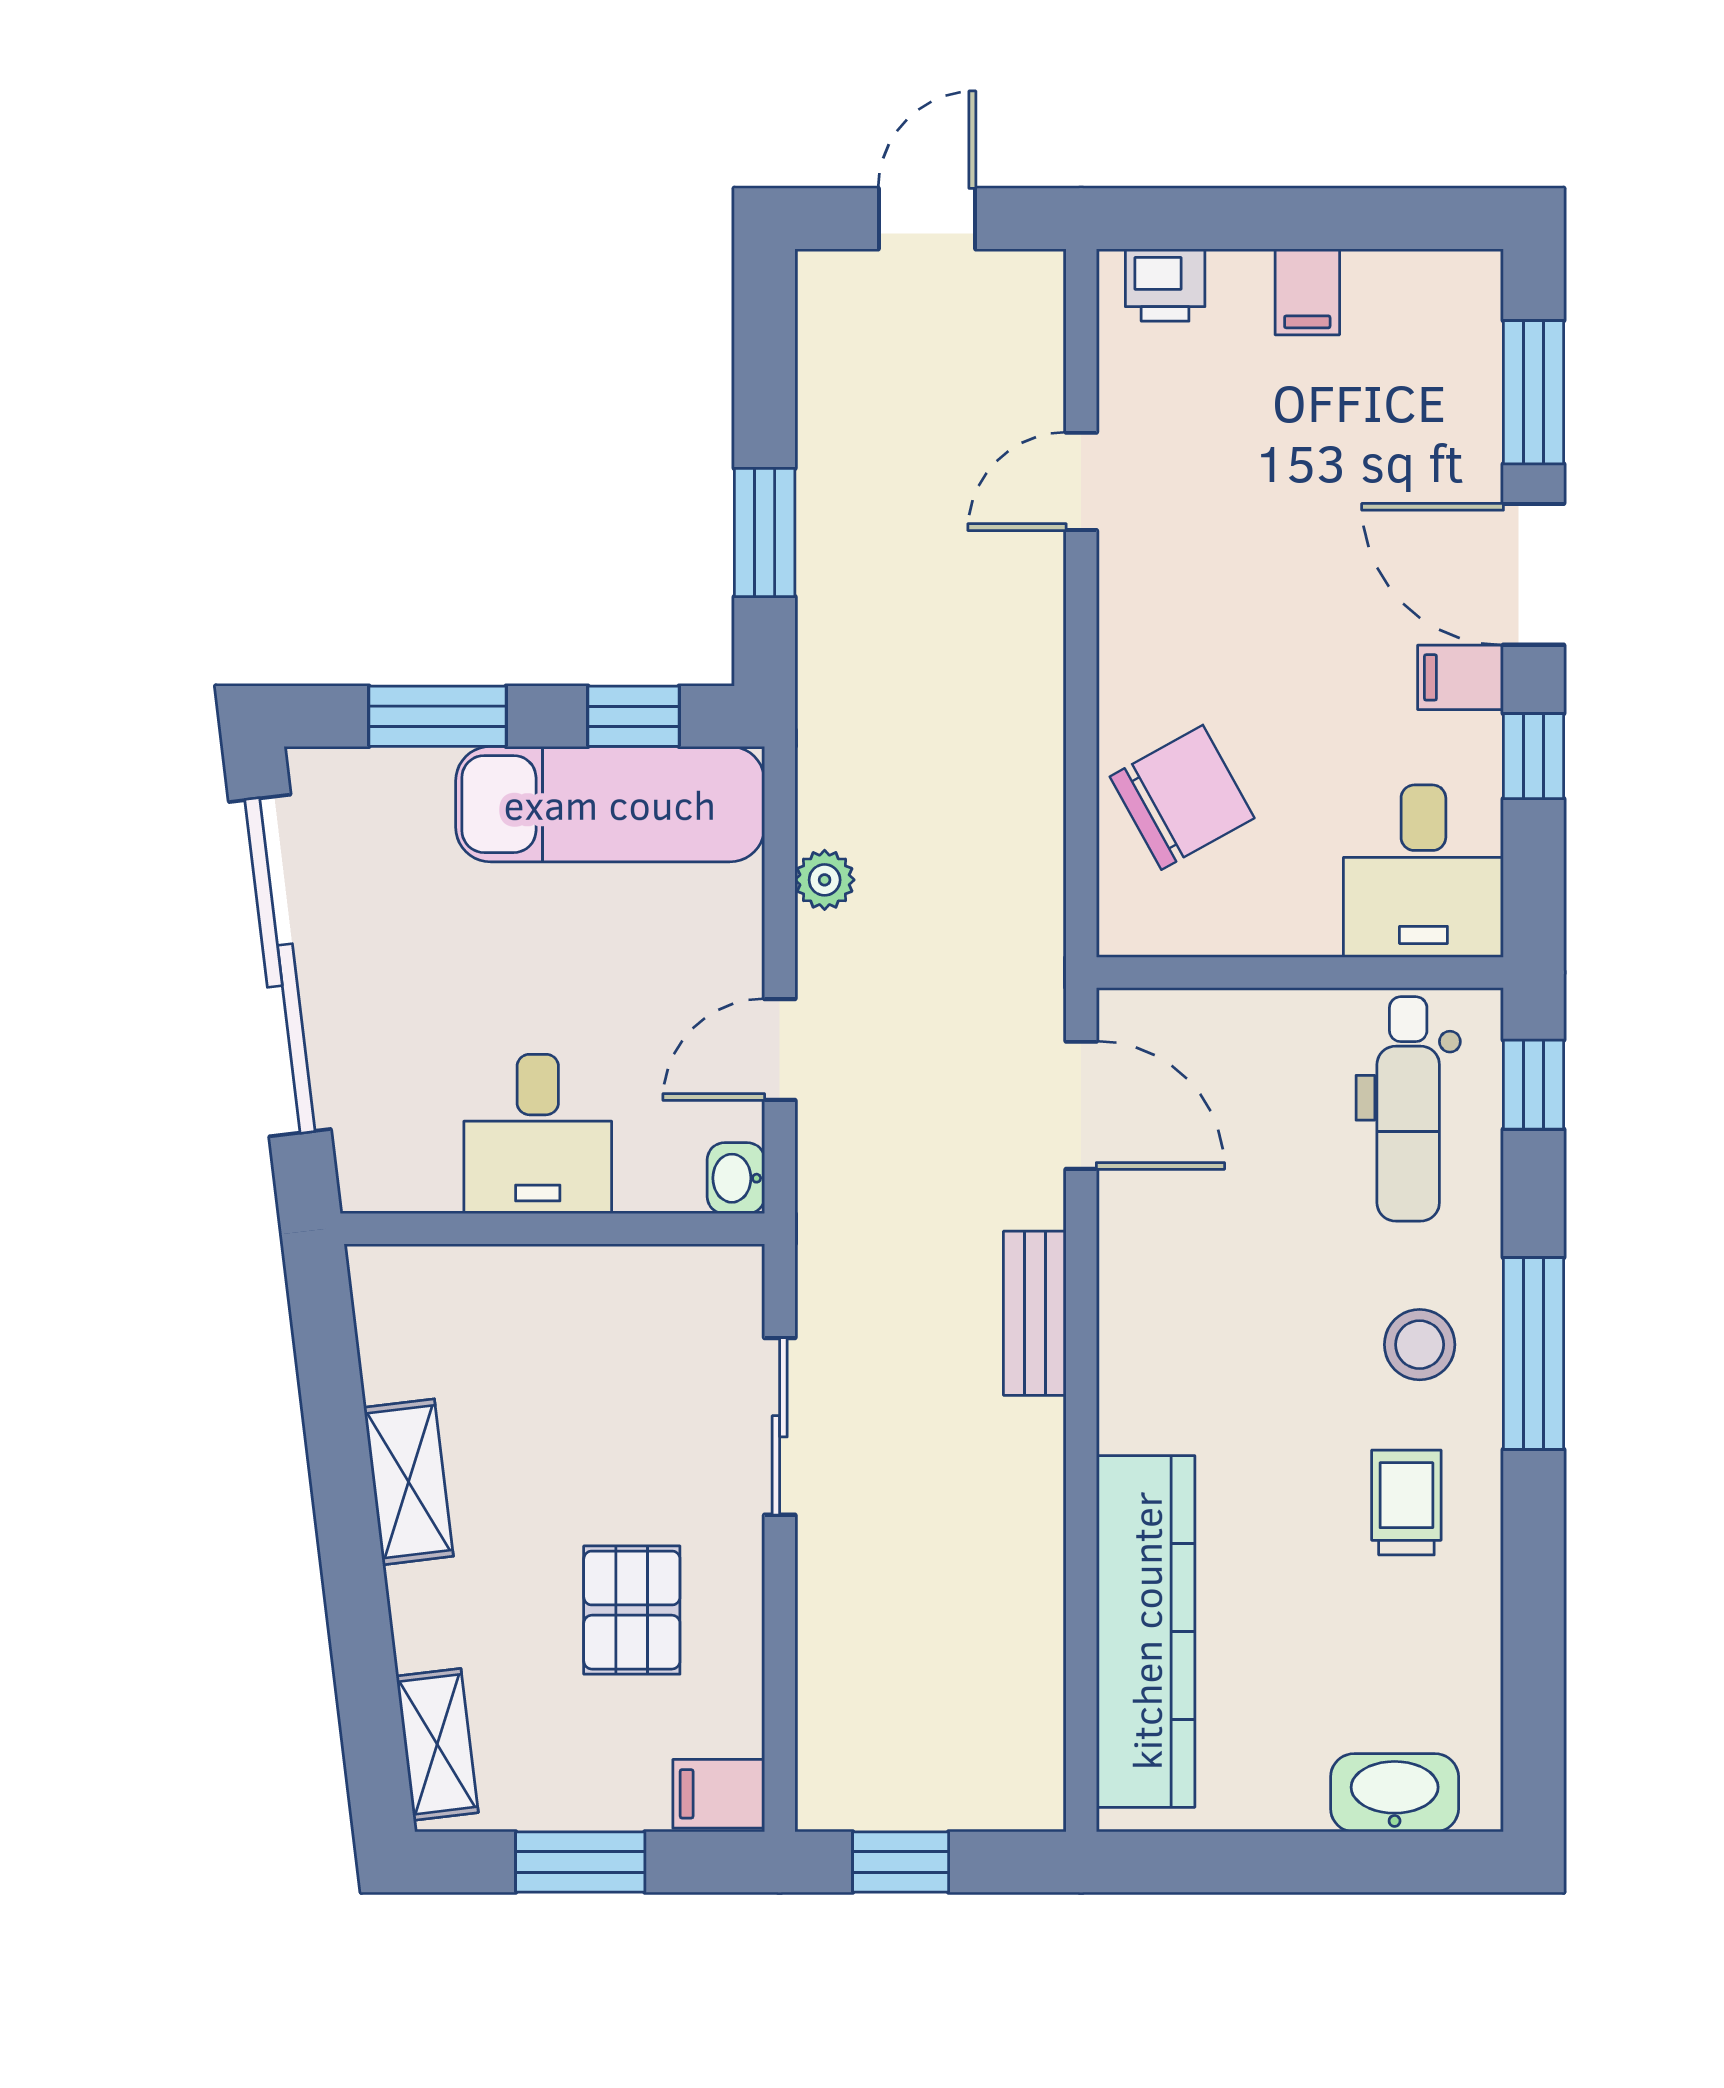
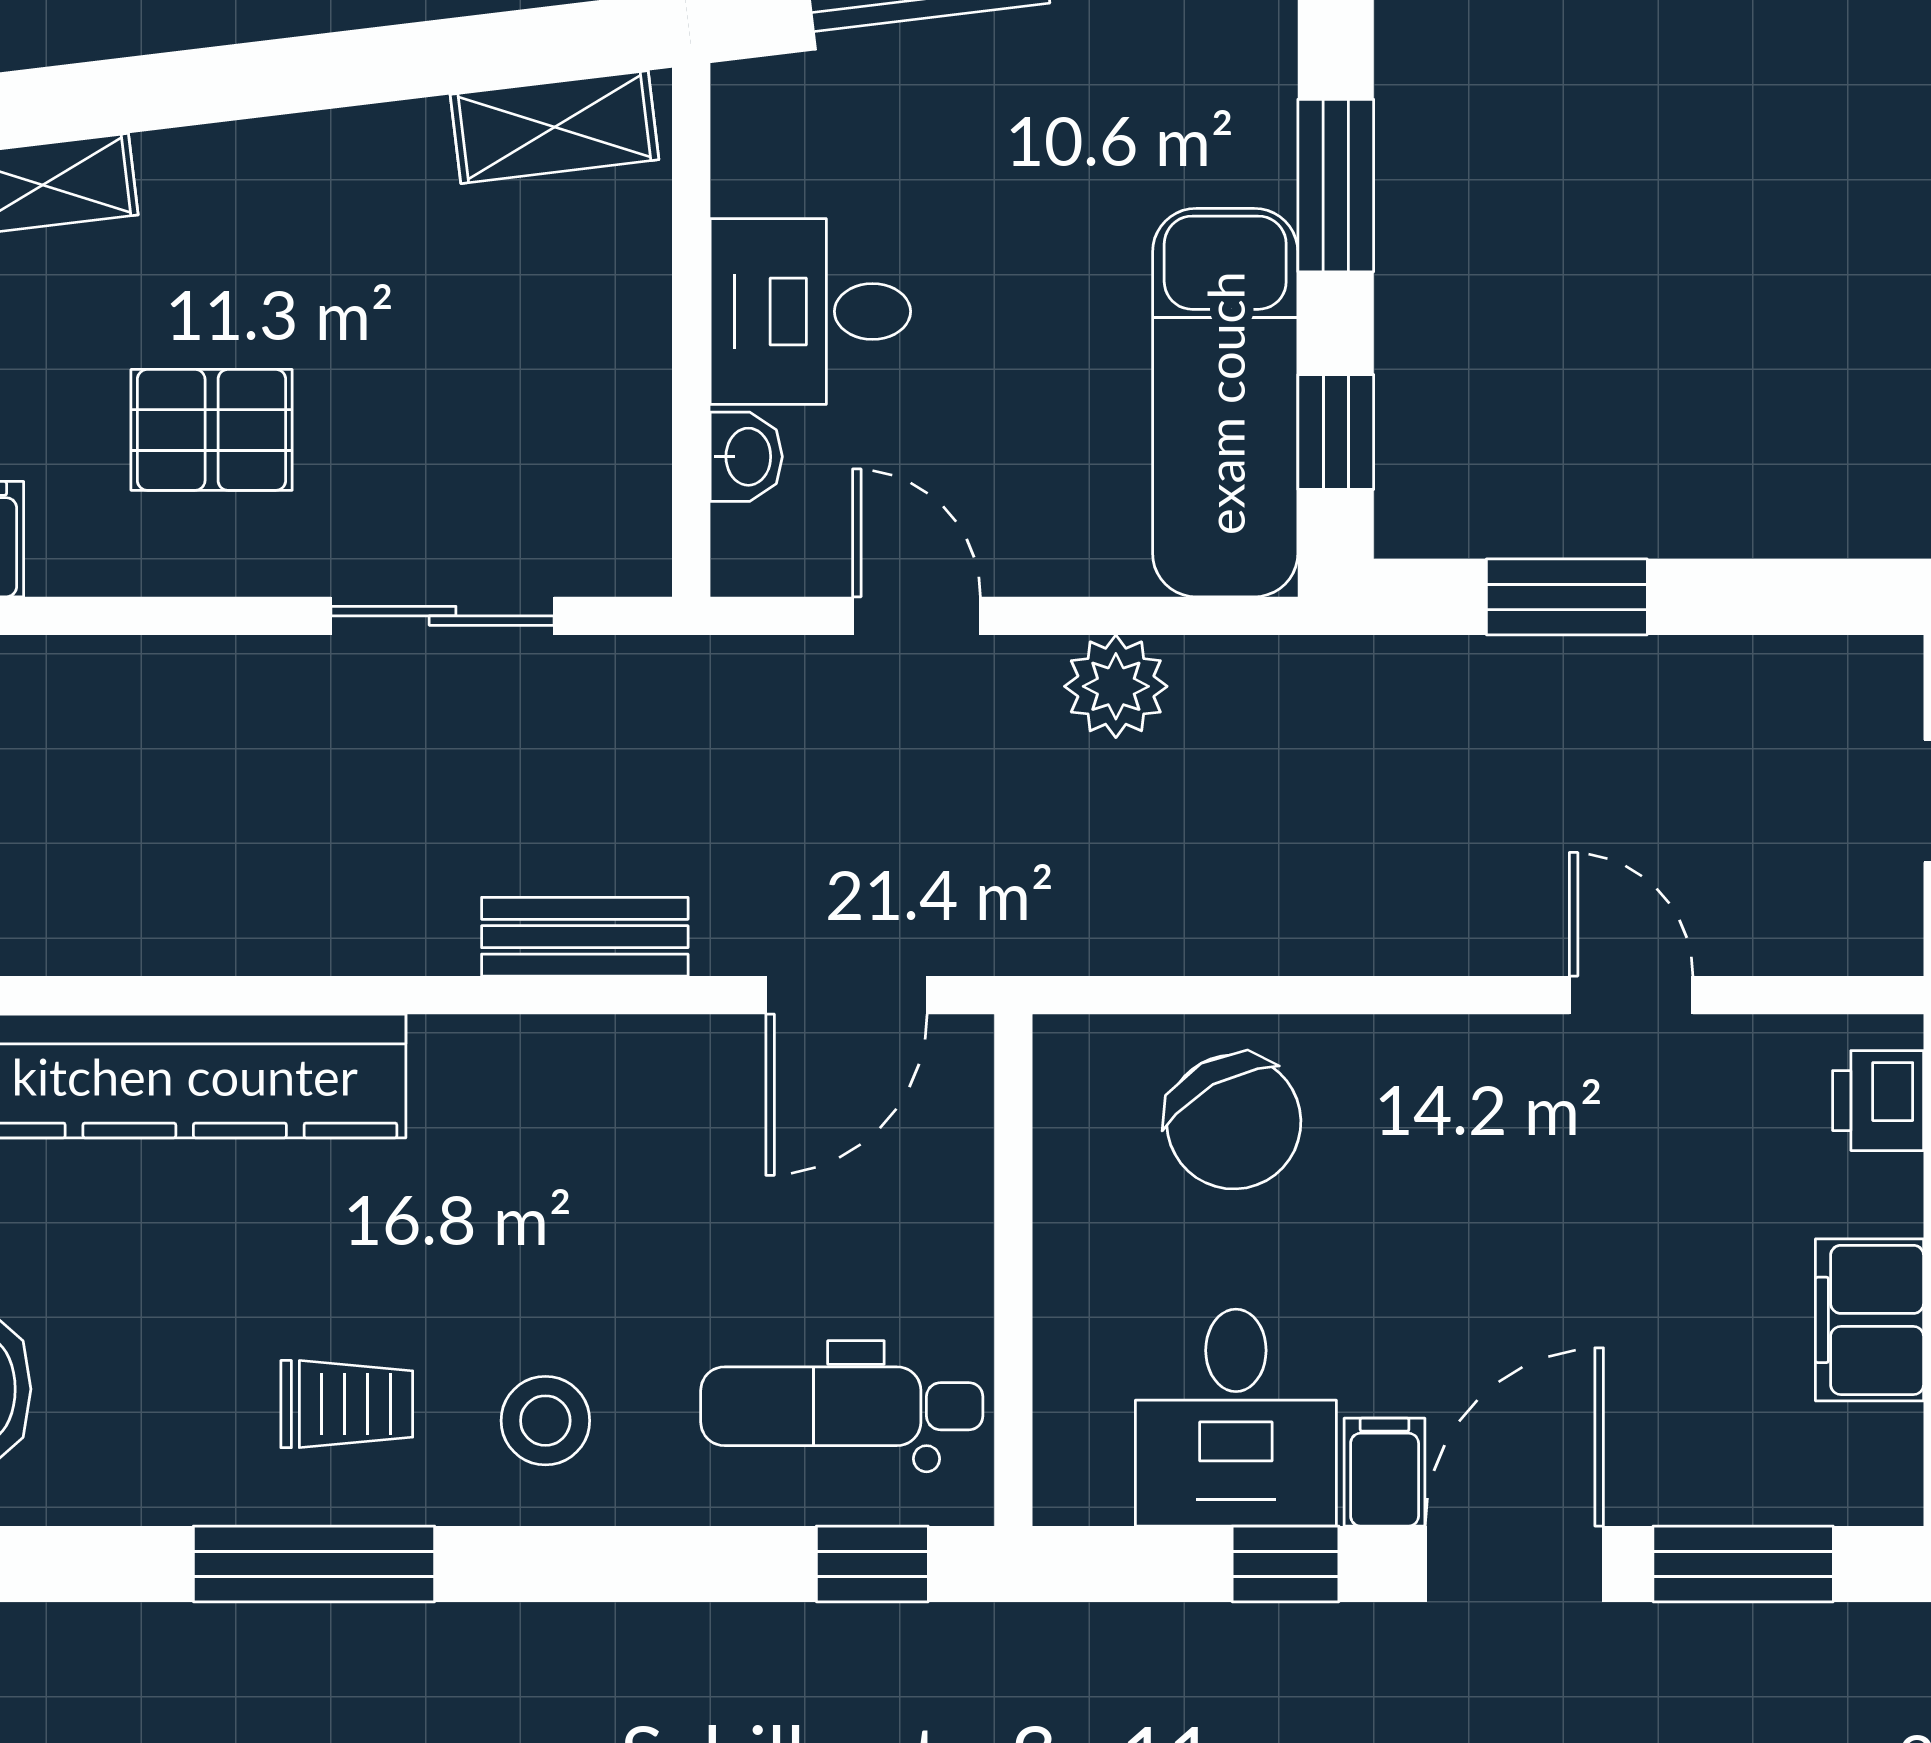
filing cabinet: (1307, 292) -> (1870, 1320), width x2.00
desk: (1423, 871) -> (1236, 1418), moved, turned -90
plant: (825, 880) -> (1116, 686), width x1.38, depth x1.38
washbasin: (736, 1178) -> (746, 457), moved, turned 90
window: (1534, 1353) -> (314, 1564), moved
shelving: (409, 1482) -> (554, 127), moved

